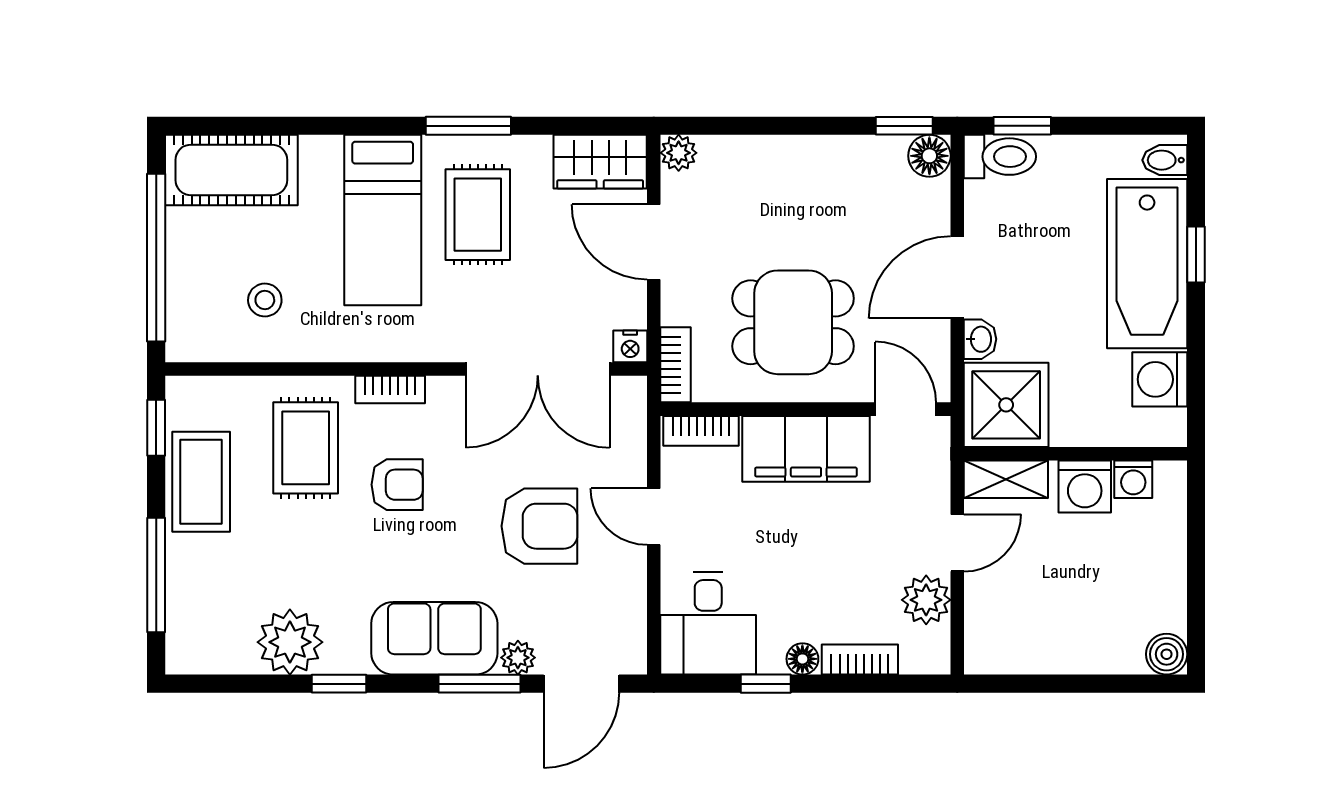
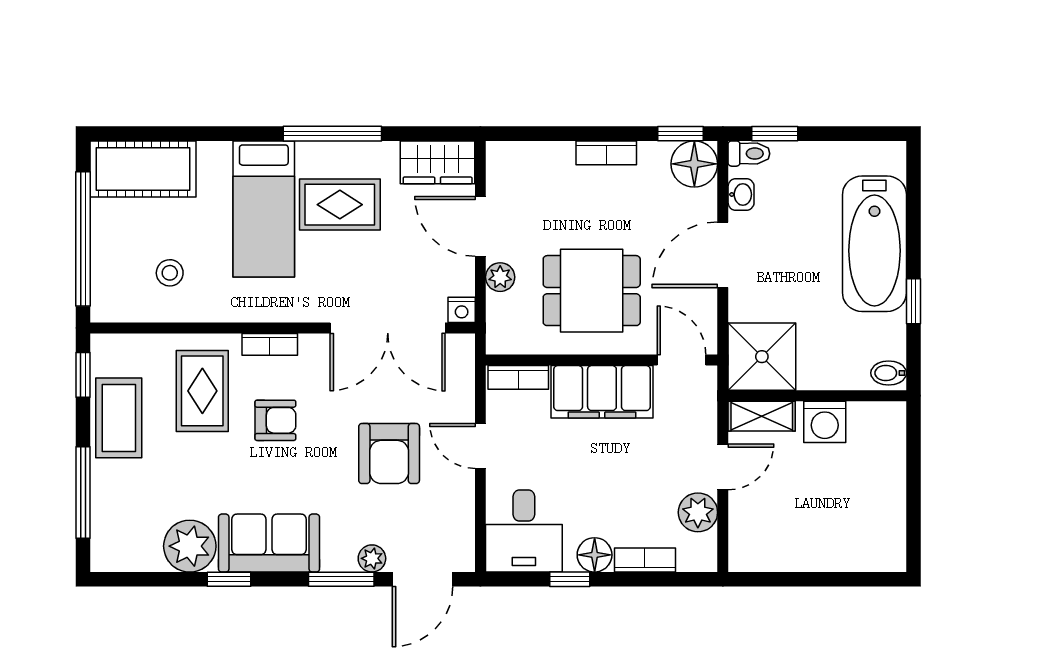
window: (468, 126) -> (332, 134), width x1.44
plant: (679, 153) -> (500, 277), moved
floor lamp: (929, 156) -> (694, 164), width x1.38, depth x1.38
toilet: (1000, 157) -> (749, 154), width x0.73, depth x0.72
bidet: (1165, 160) -> (889, 373), moved
rug: (478, 215) -> (340, 205), turned 90
window: (1196, 254) -> (914, 301), moved
washbasin: (980, 339) -> (741, 194), moved
bookcase: (676, 365) -> (606, 153), moved, turned 90
washing machine: (1160, 379) -> (885, 336), removed
washing machine: (1133, 479) -> (863, 416), removed
armchair: (539, 526) -> (389, 453), turned 90
sofa: (434, 638) -> (269, 543), moved
boiler: (1167, 654) -> (890, 556), removed
floor lamp: (802, 659) -> (595, 555), width x1.37, depth x1.37

